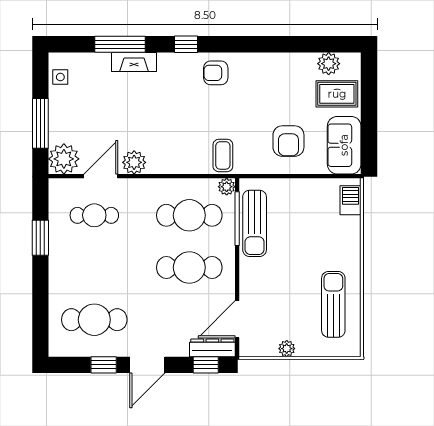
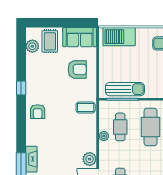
window: (186, 44) -> (21, 88), moved
plant: (227, 187) -> (104, 136), moved
barbecue: (350, 200) -> (119, 37), width x1.88, depth x1.53
cafe table: (189, 215) -> (120, 127), width x0.73, depth x0.74

